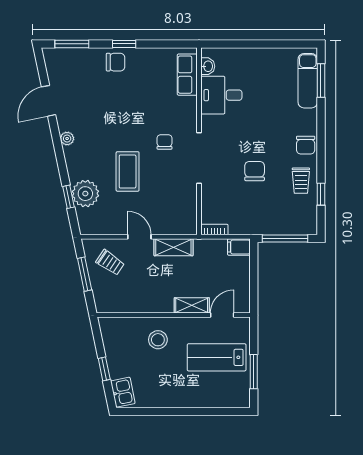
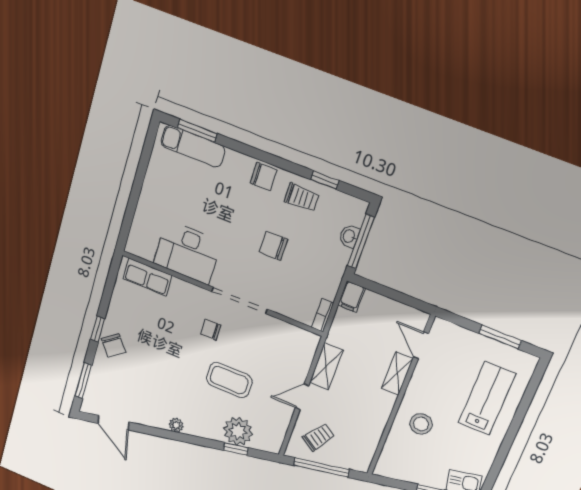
chair: (115, 62) -> (113, 345), turned 143
washbasin: (208, 66) -> (349, 236), moved, turned -90
desk: (221, 95) -> (187, 252), width x1.37
door: (49, 101) -> (113, 423), moved
window: (85, 274) -> (321, 467), width x1.44
lab bench: (217, 357) -> (487, 398), moved, turned 180

